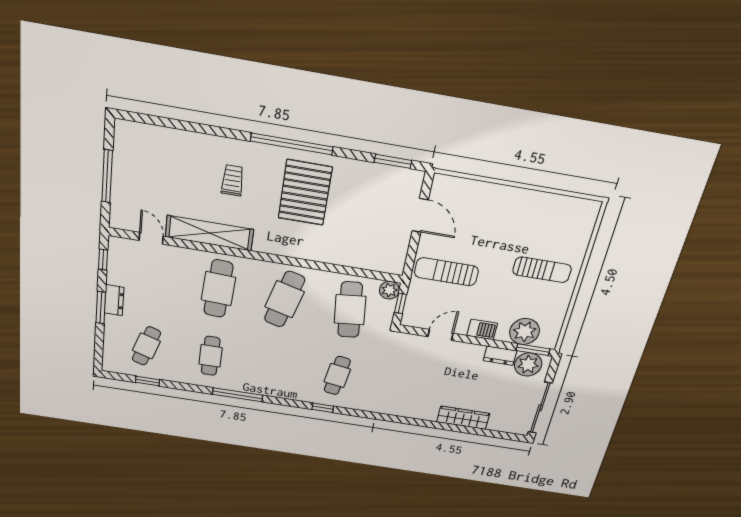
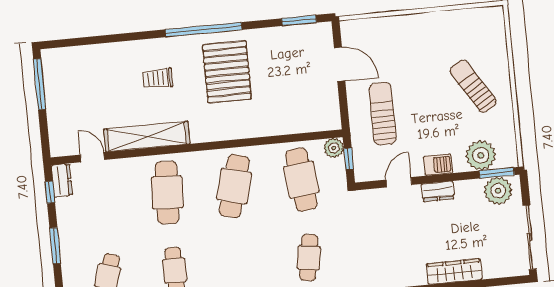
window: (107, 176) -> (40, 84), moved
trolley: (233, 180) -> (158, 78), turned -90
sun lounger: (542, 270) -> (473, 86), turned -122
sun lounger: (446, 272) -> (383, 114), turned 90
dresser: (114, 300) -> (62, 180), moved
dresser: (500, 356) -> (438, 191), moved

